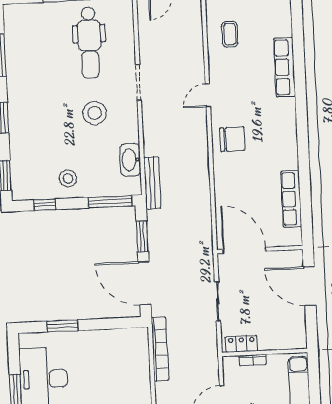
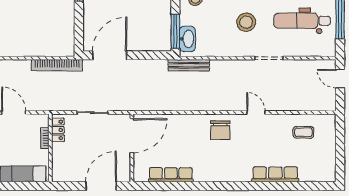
washbasin: (130, 160) -> (187, 39), moved, turned 90
window: (142, 236) -> (147, 55), removed

